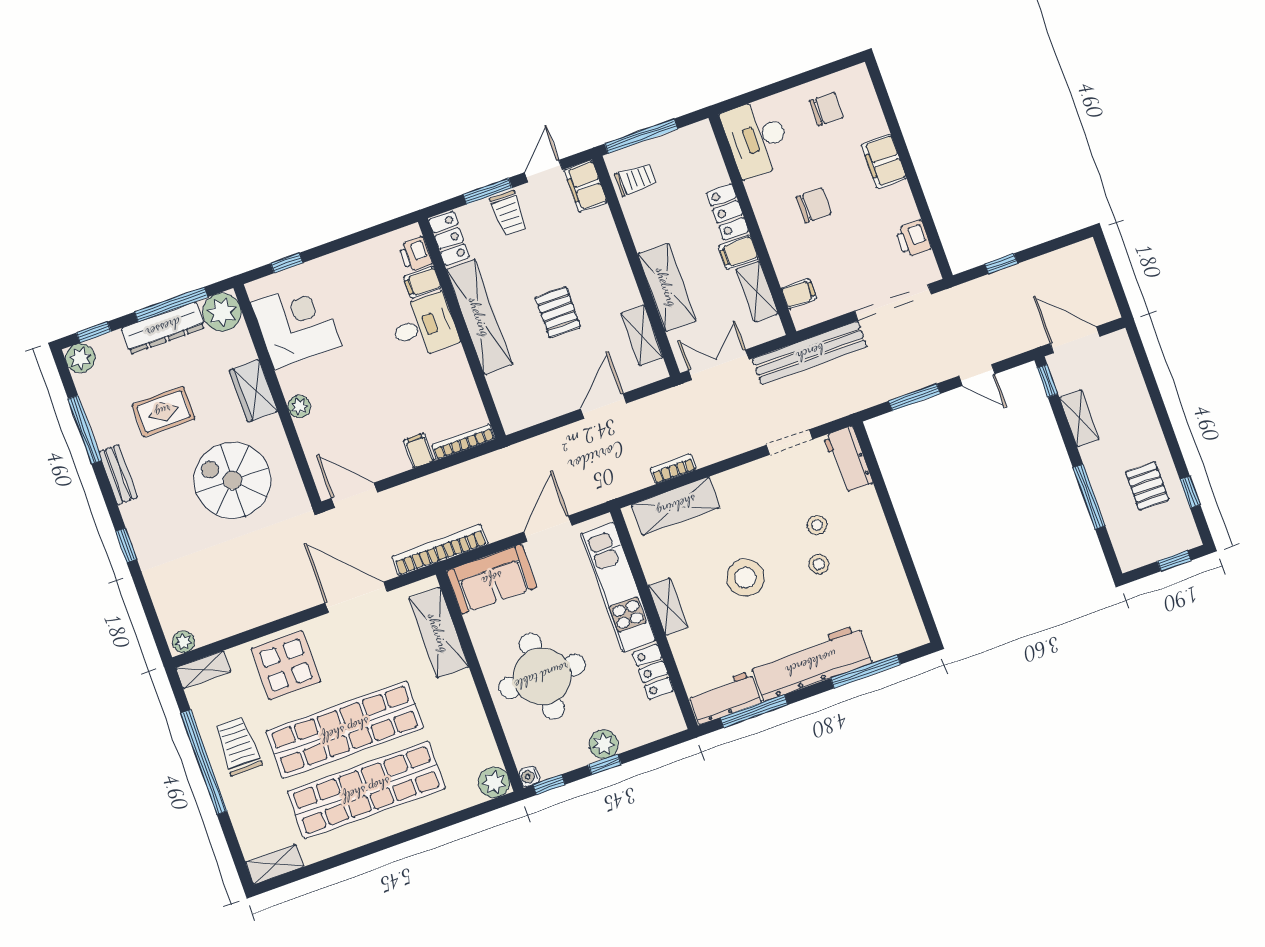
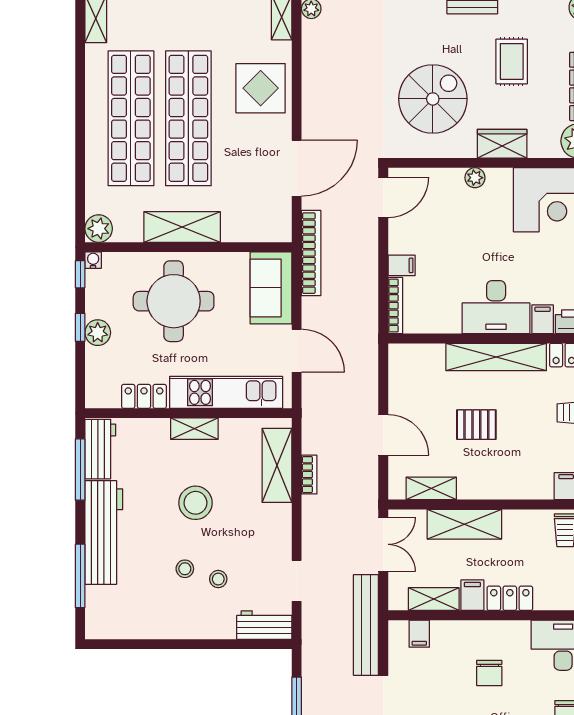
desk: (424, 326) -> (496, 307), width x1.37
shelving: (439, 633) -> (182, 227), moved
trolley: (238, 746) -> (207, 24), removed

